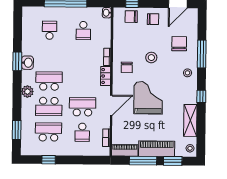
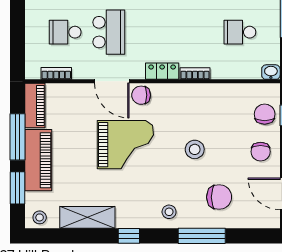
chair: (127, 67) -> (141, 95), moved

